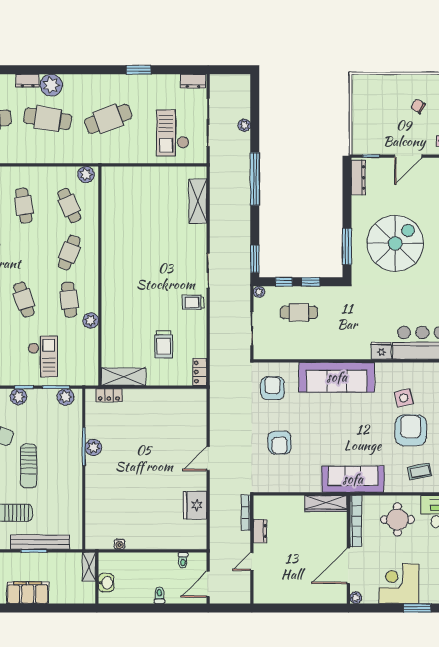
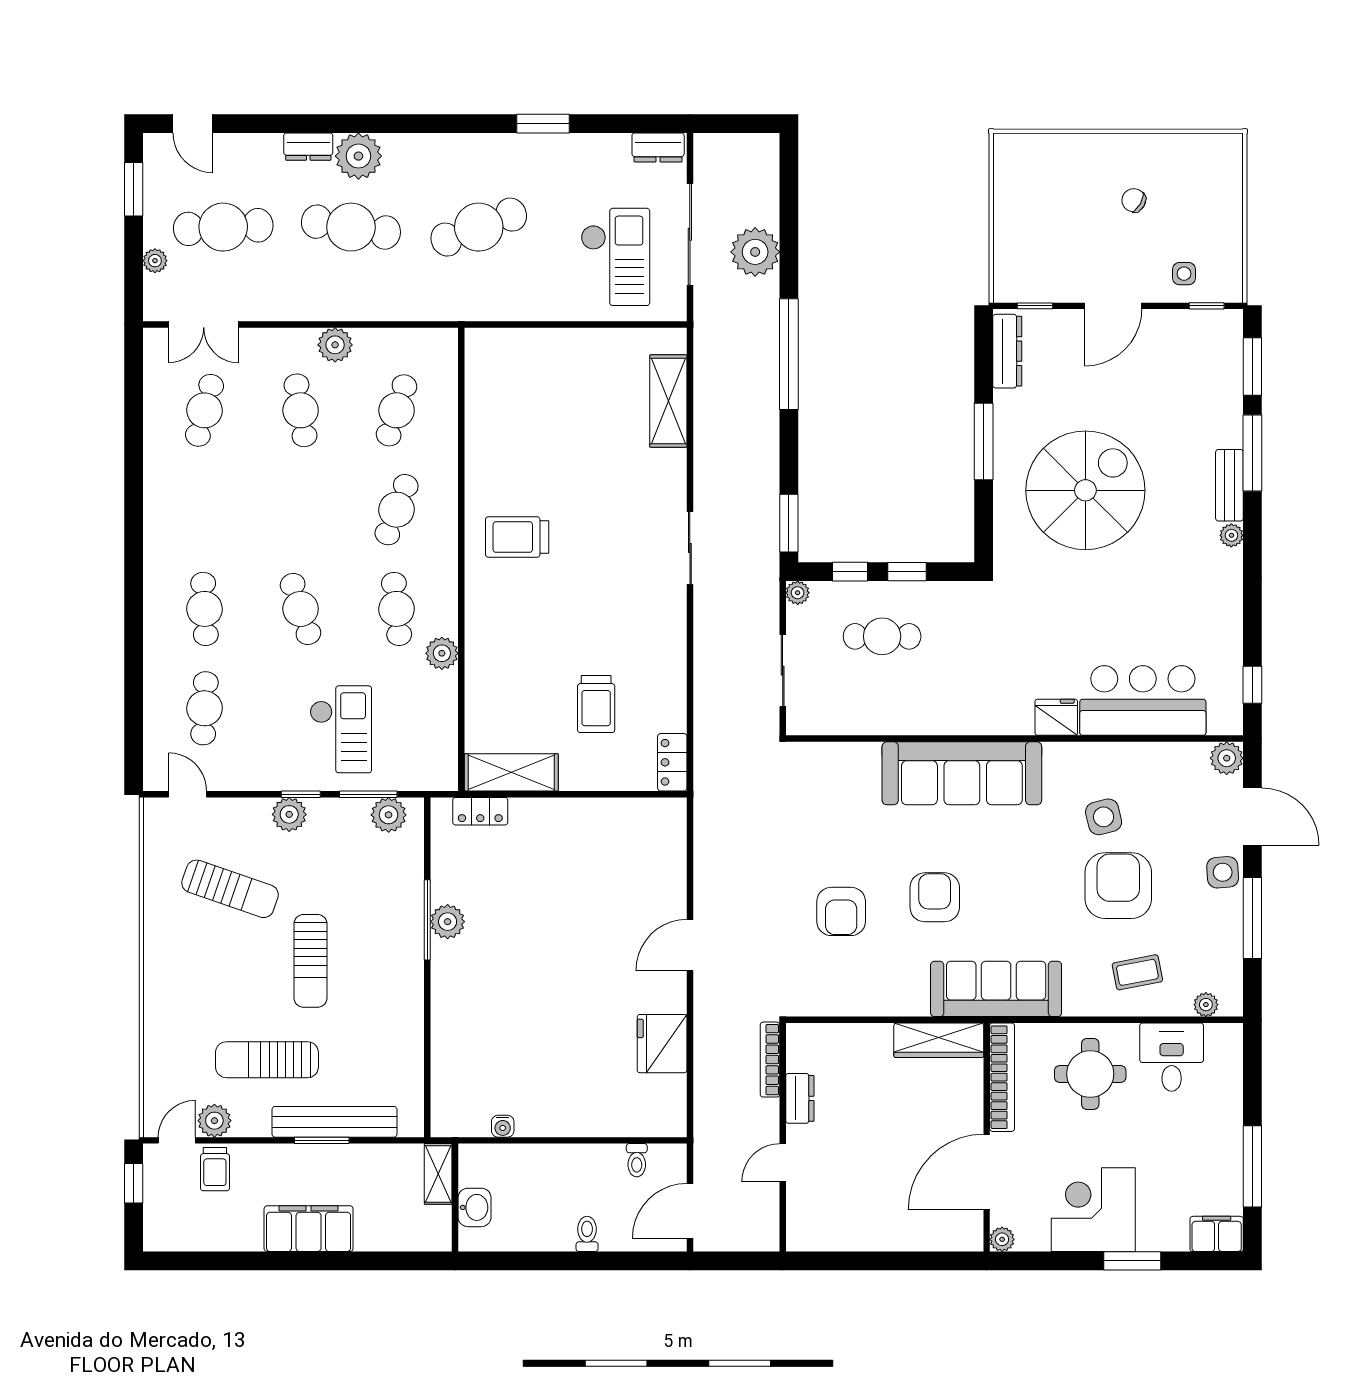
plant: (244, 125) -> (755, 252), width x1.88, depth x1.88
checkout: (173, 133) -> (615, 257), turned 180
plant: (86, 175) -> (335, 345), moved
cafe table: (69, 206) -> (397, 410), turned 42
window: (347, 246) -> (984, 442), moved
trolley: (193, 302) -> (517, 537), moved, width x1.36, depth x1.39
armchair: (273, 388) -> (935, 897), moved

